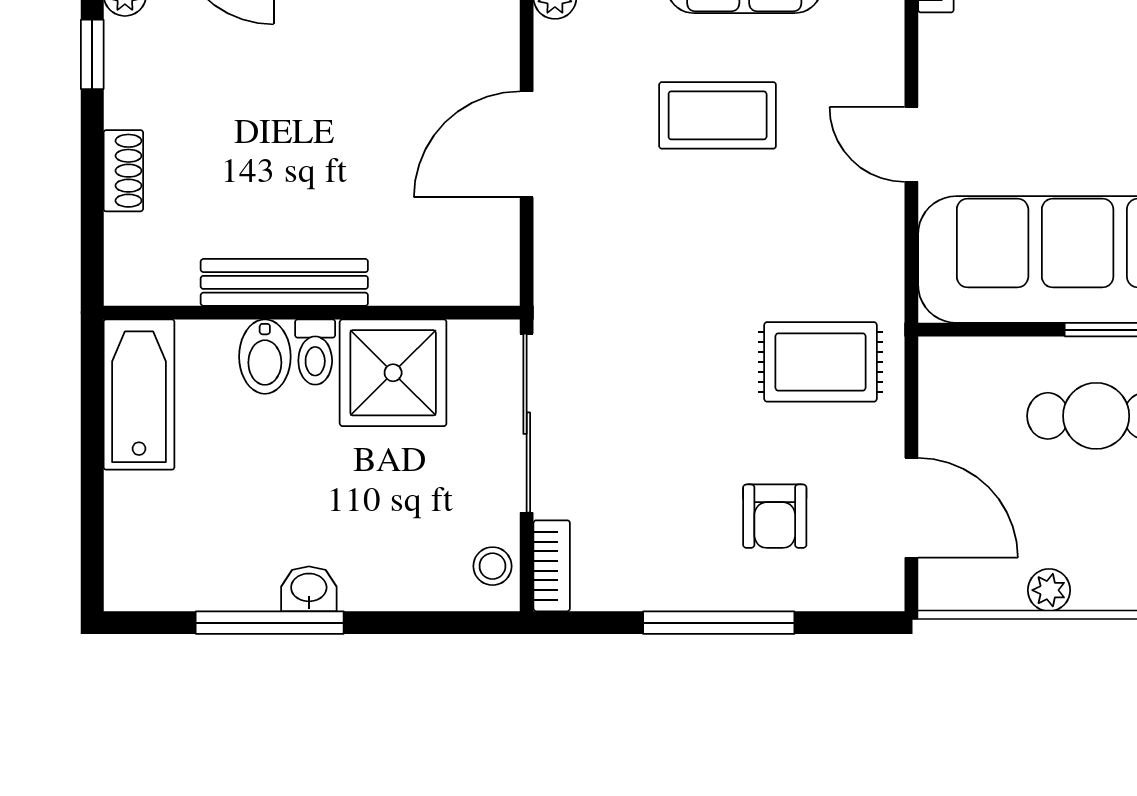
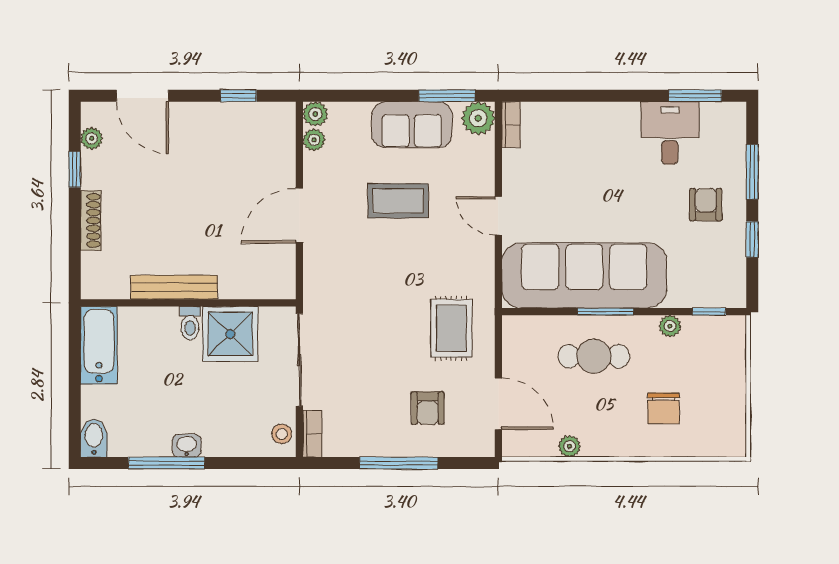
shoe rack: (123, 171) -> (91, 220), width x1.43
bidet: (265, 357) -> (94, 438), moved, turned 180
rug: (821, 362) -> (451, 328), turned 90

